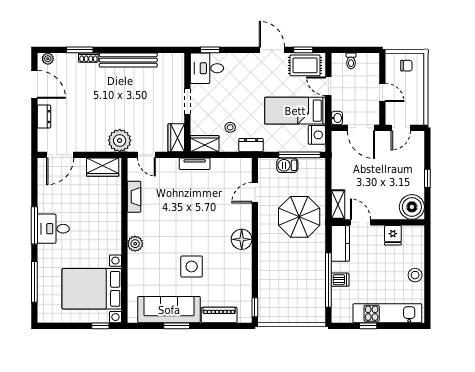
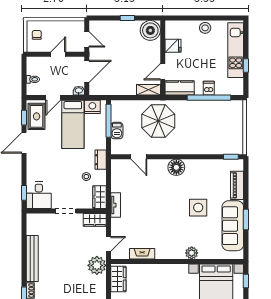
plant: (135, 244) -> (192, 253), moved

